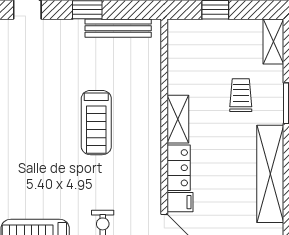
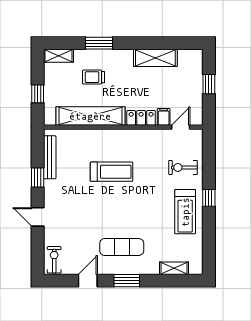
shelving: (178, 119) -> (90, 116), width x2.20, depth x1.33
shelving: (270, 174) -> (155, 58), width x0.68

